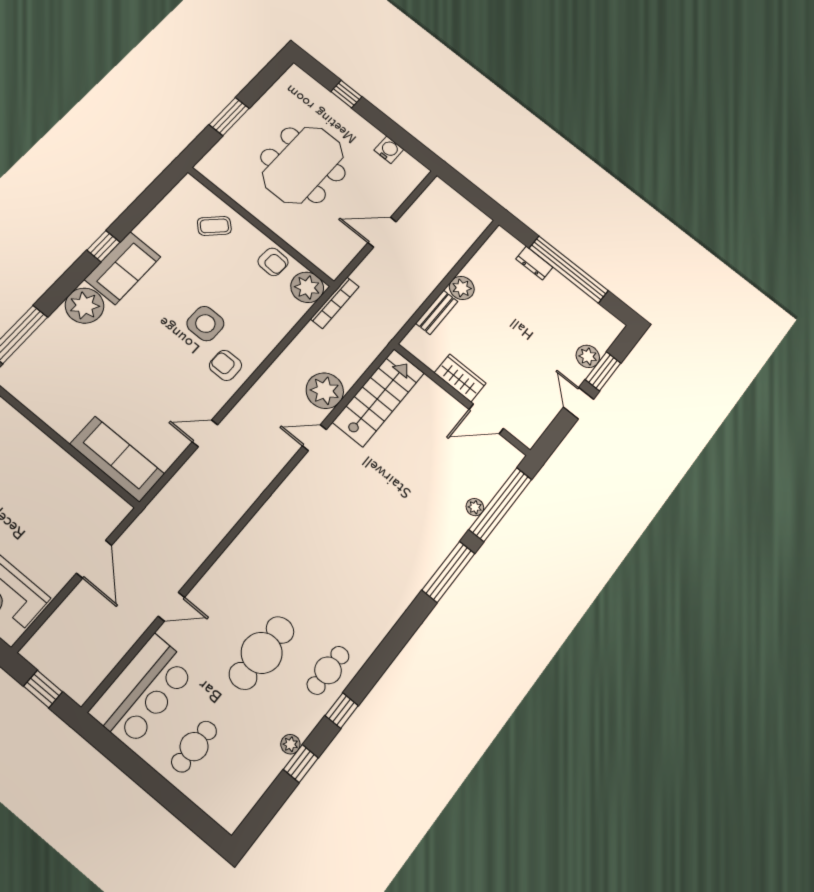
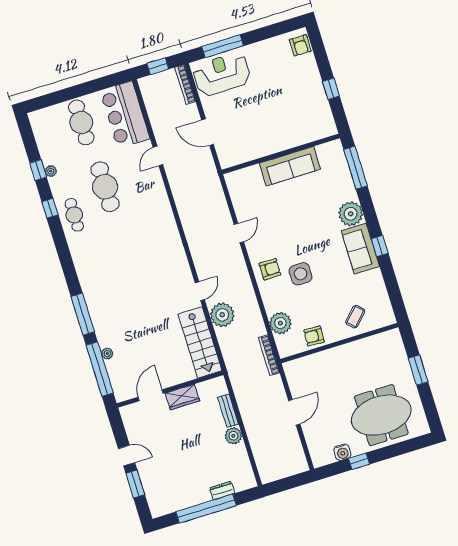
window: (346, 94) -> (359, 461), moved
meeting table: (303, 165) -> (381, 415), moved, turned 90
plant: (307, 287) -> (280, 323), moved
plant: (588, 356) -> (149, 481), removed
sofa: (117, 459) -> (290, 166), moved
bookcase: (45, 633) -> (185, 84), added
cafe table: (194, 747) -> (81, 122), width x1.37, depth x1.35

